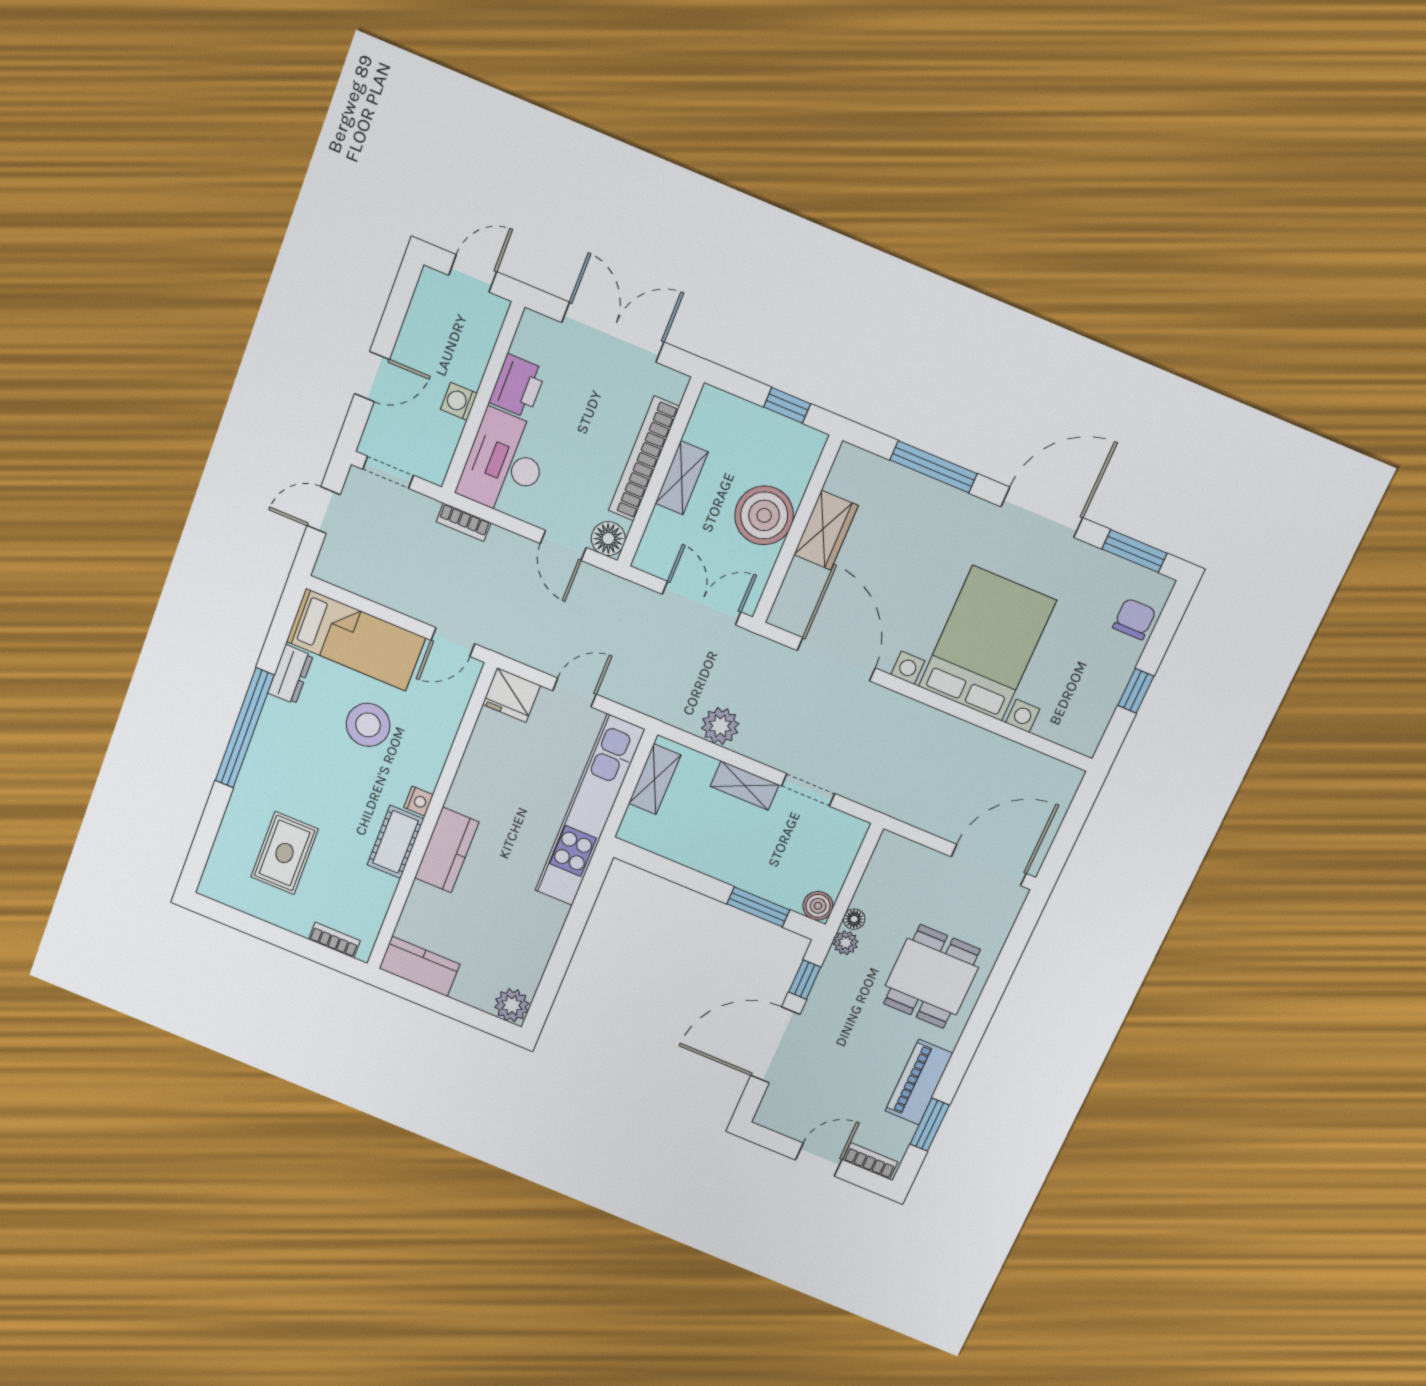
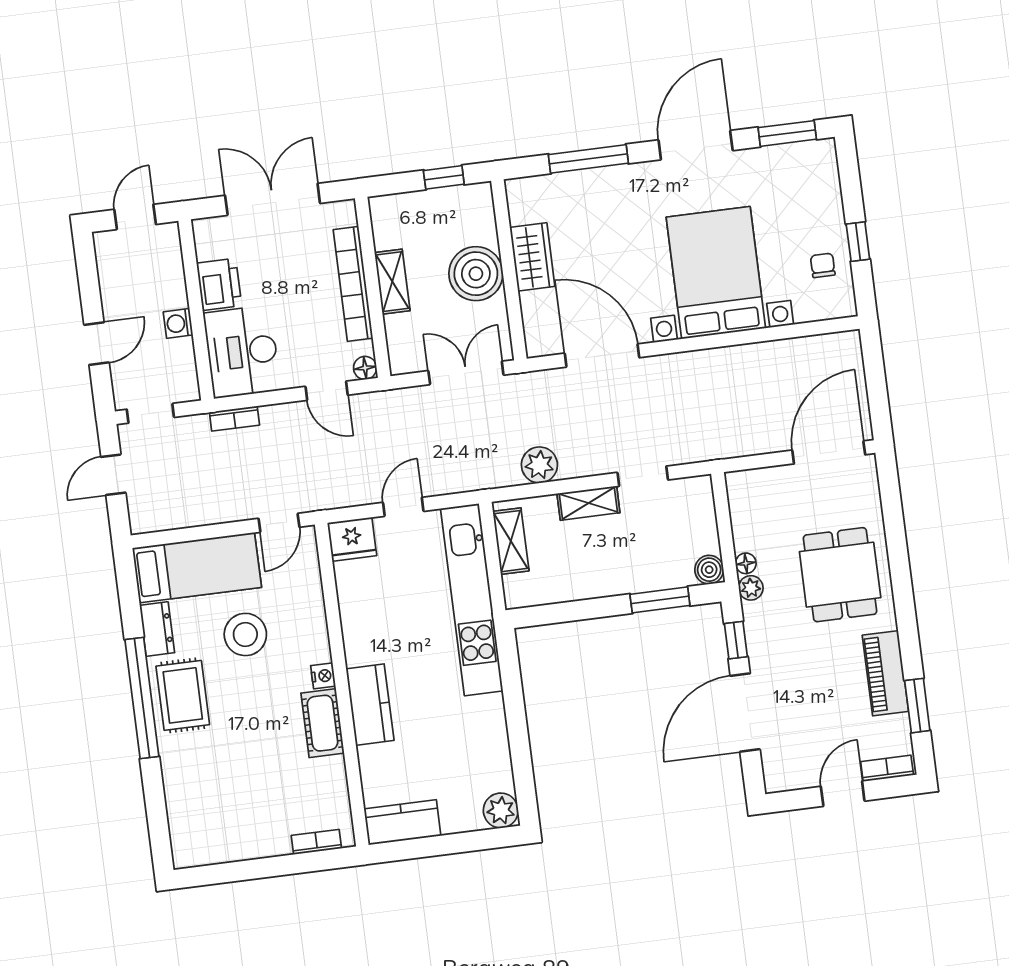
floor lamp: (608, 539) -> (365, 368), width x0.73, depth x0.73
chair: (1134, 619) -> (823, 265), moved, width x0.73, depth x0.73
rug: (285, 853) -> (183, 695), moved

